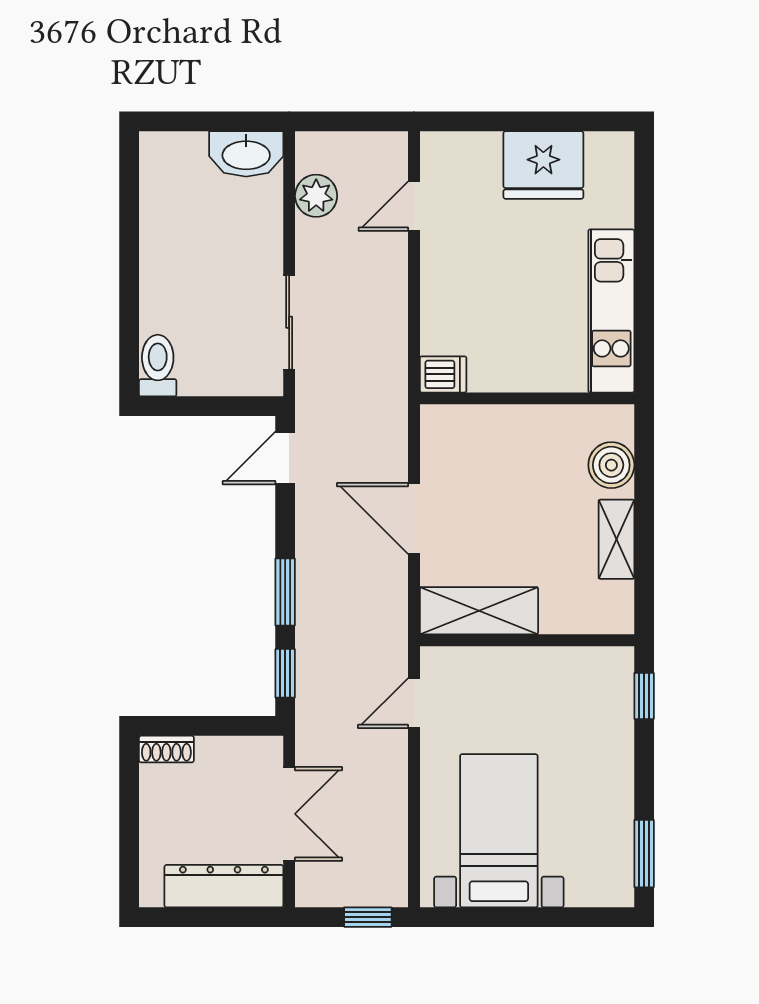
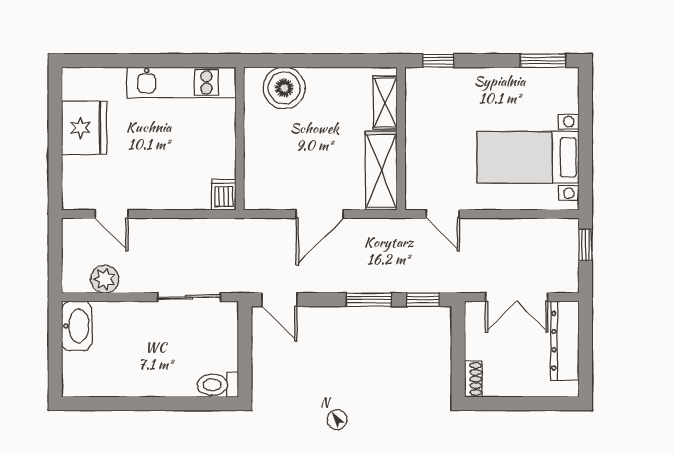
boiler: (611, 465) -> (284, 88), width x1.37, depth x1.37
shelving: (616, 539) -> (385, 103), moved, turned 90
double door: (289, 814) -> (517, 297), swing flipped

